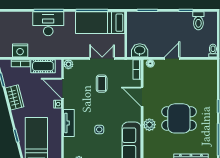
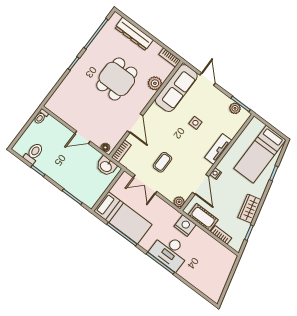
nightstand: (20, 51) -> (185, 226), moved
dining table: (179, 118) -> (117, 79), turned 90
plant: (149, 125) -> (155, 83), moved

